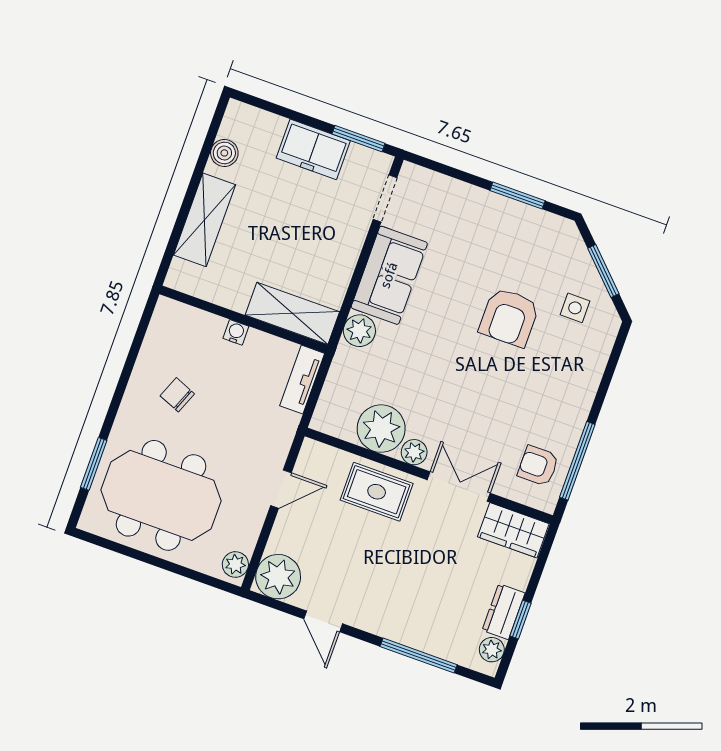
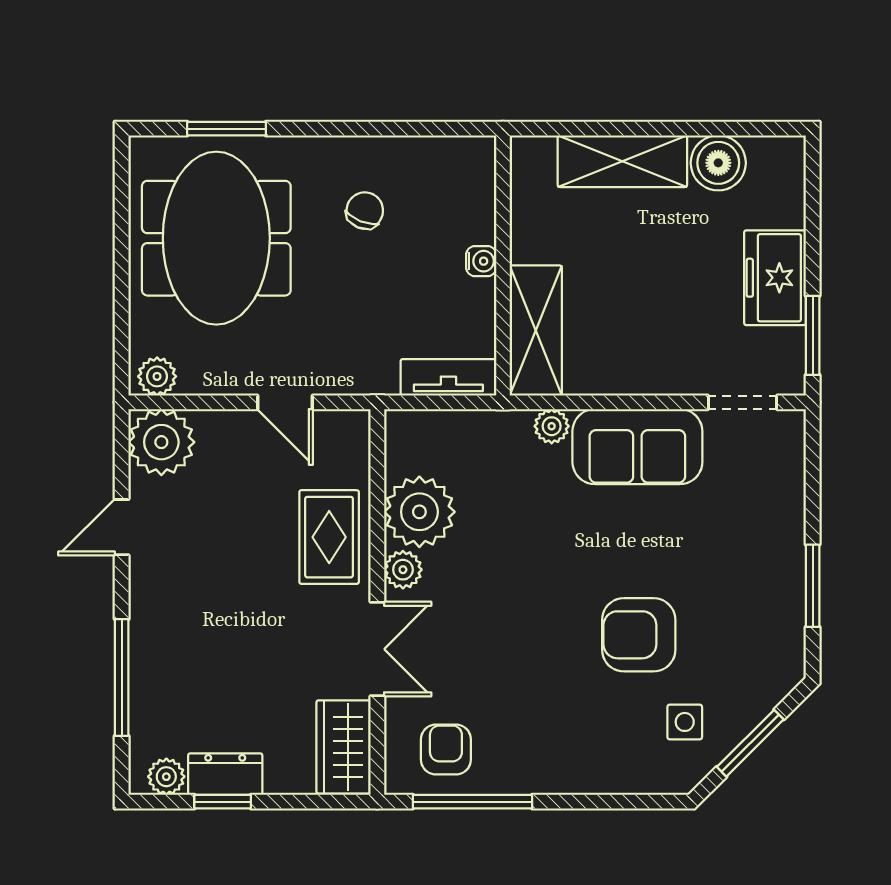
boiler: (224, 153) -> (718, 163), width x1.36, depth x1.36
plant: (359, 331) -> (552, 426), width x0.73, depth x0.73

